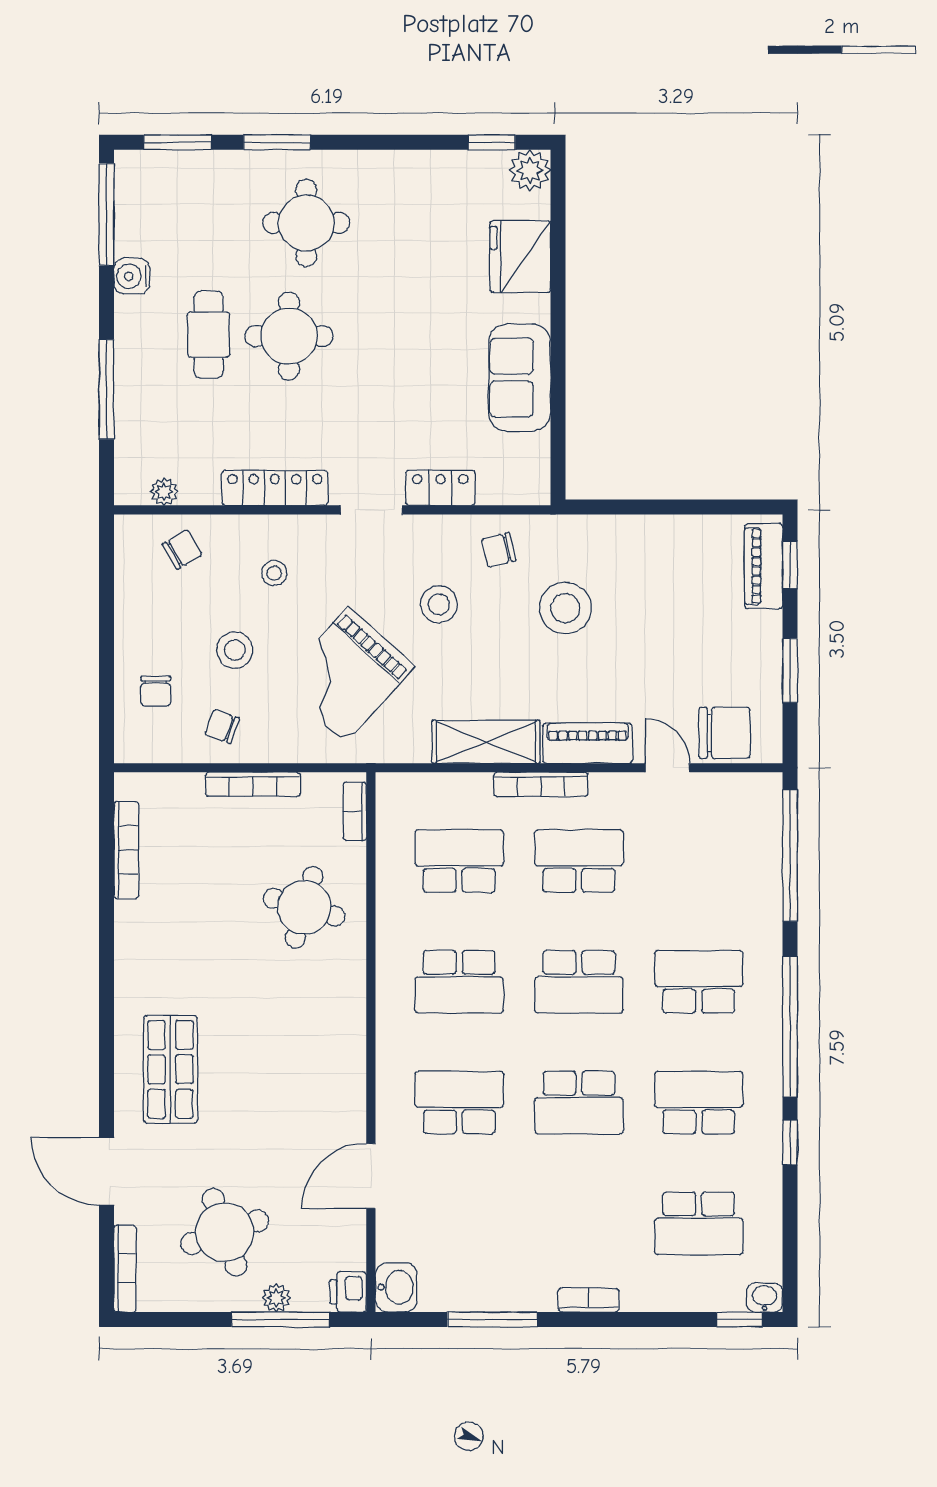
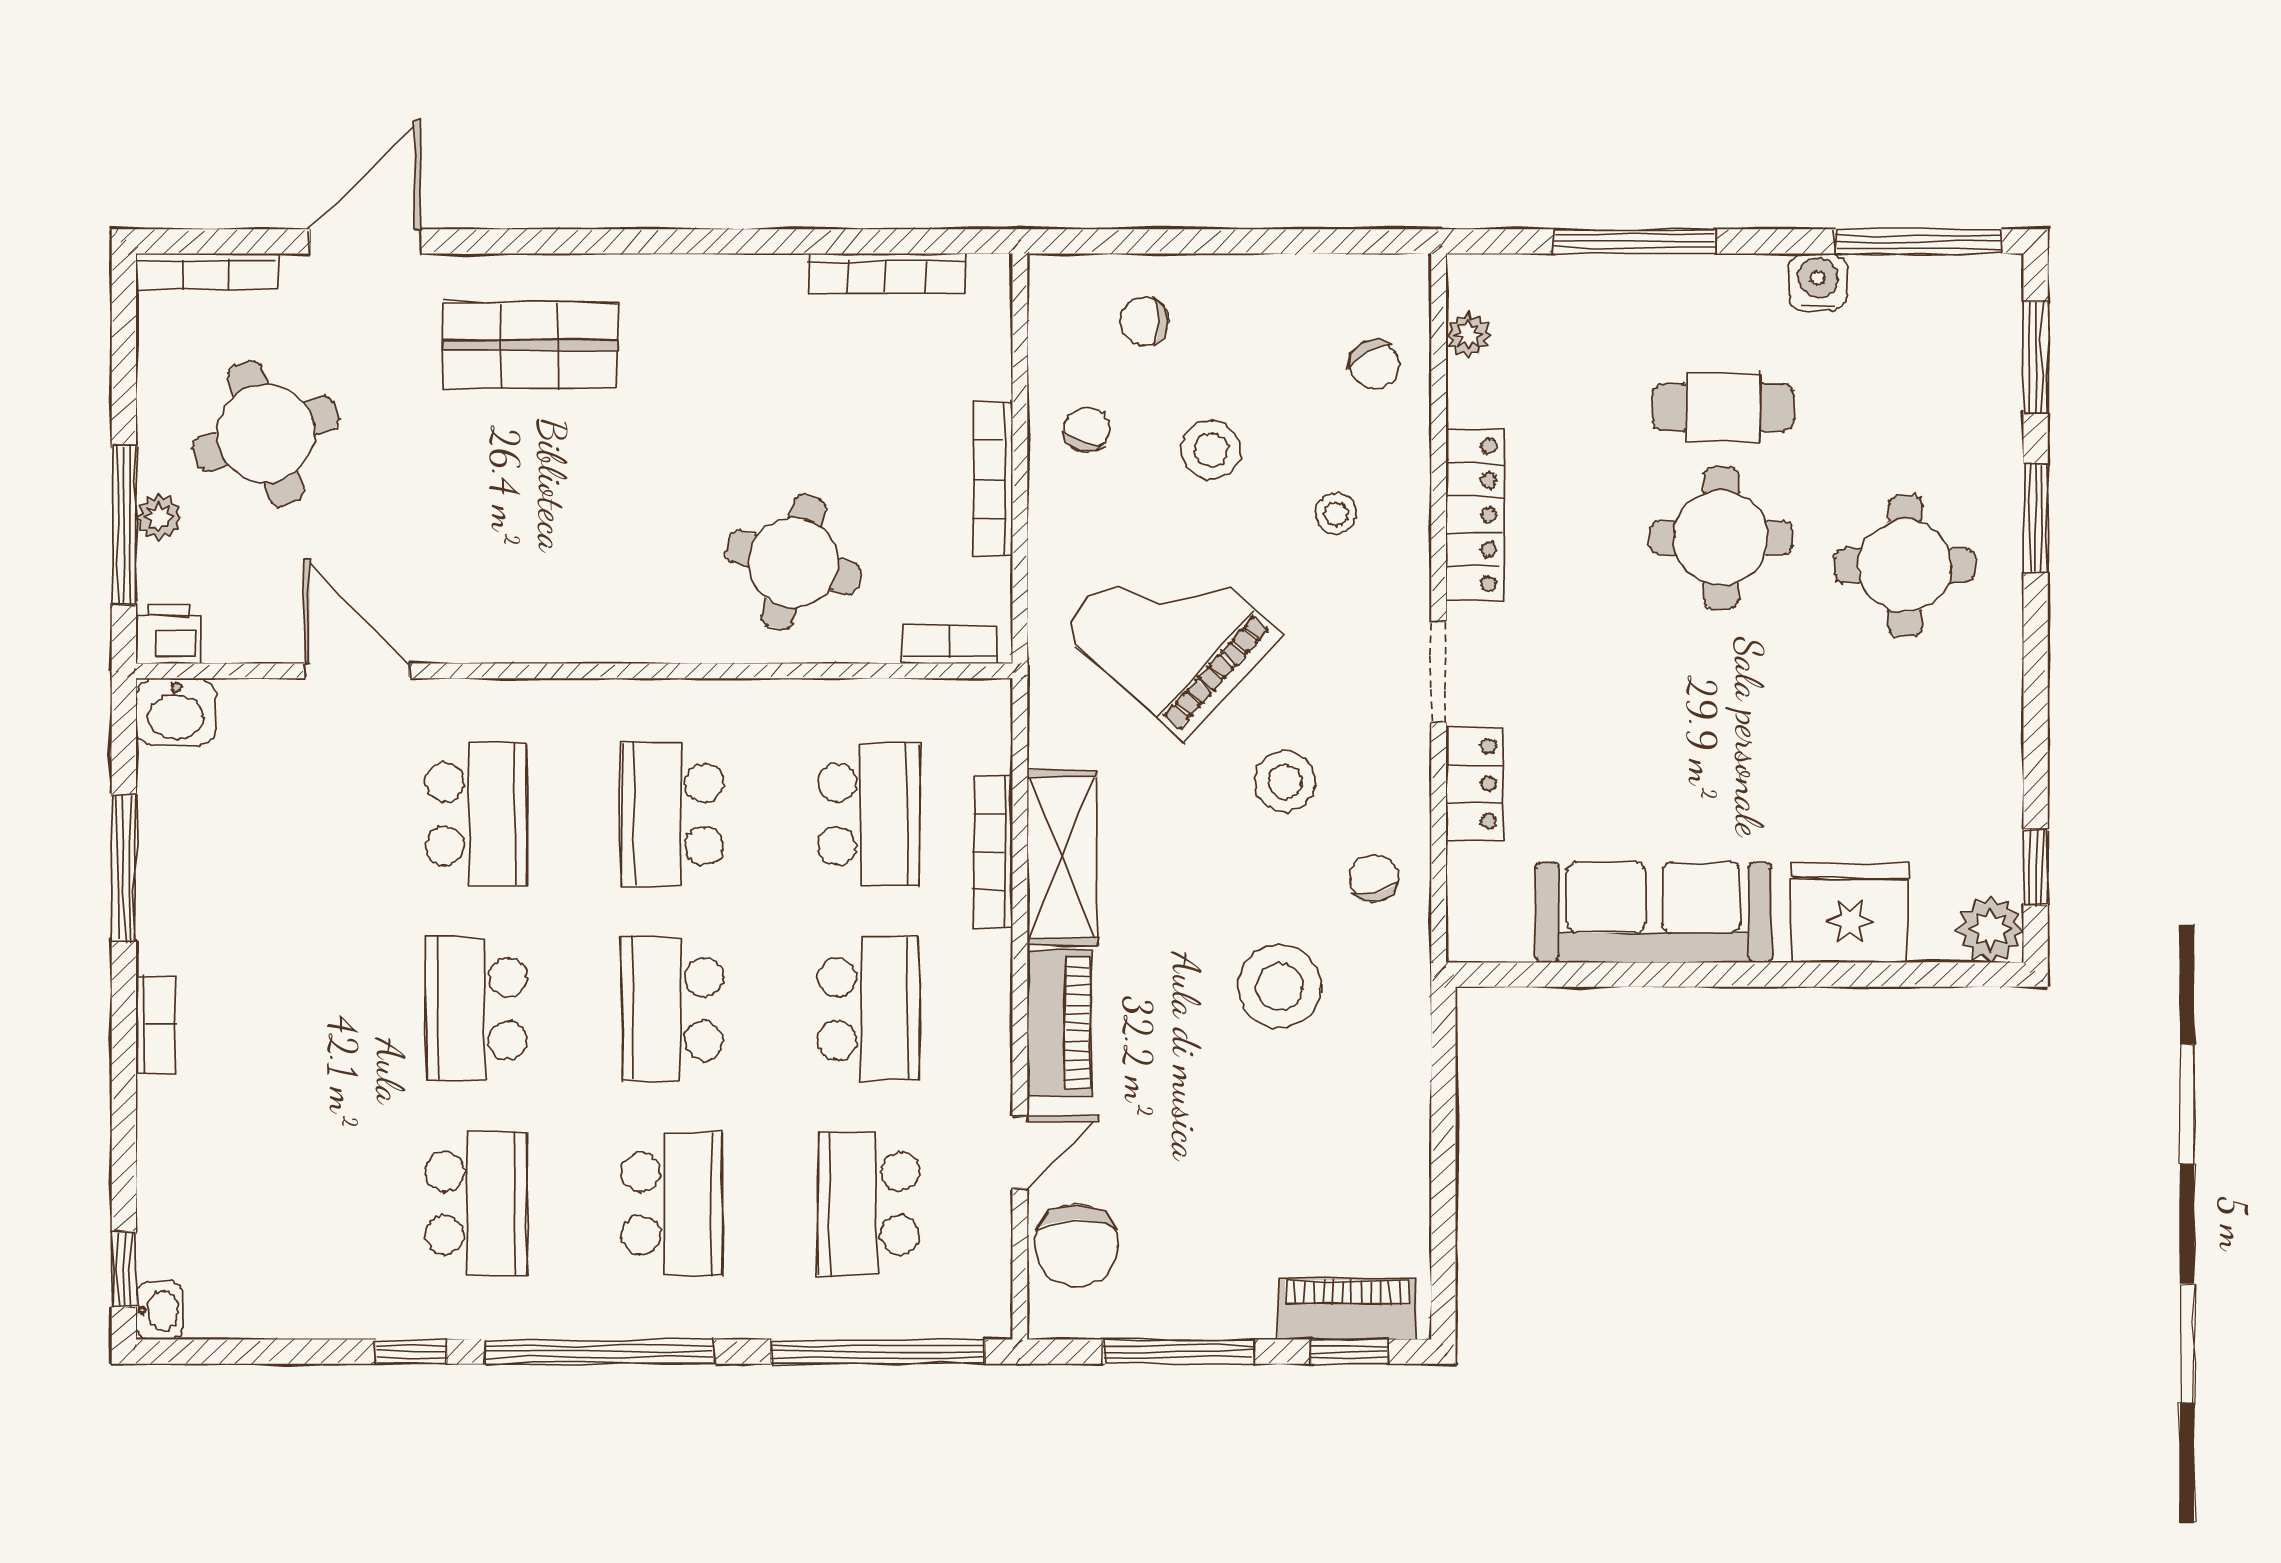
sofa: (520, 378) -> (1654, 912), width x1.36
window: (790, 670) -> (1178, 1352), width x1.44
bookcase: (541, 784) -> (993, 852), moved
school desk: (699, 1223) -> (869, 1203), moved

